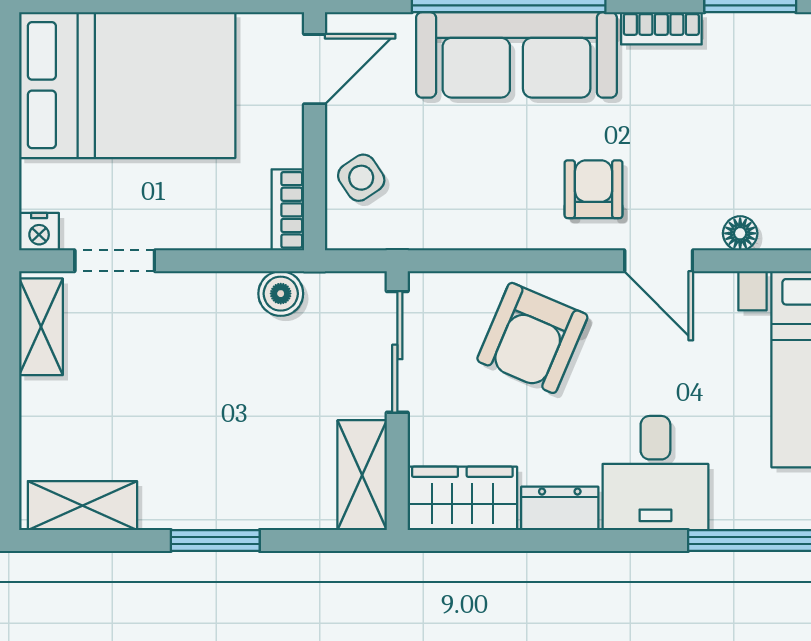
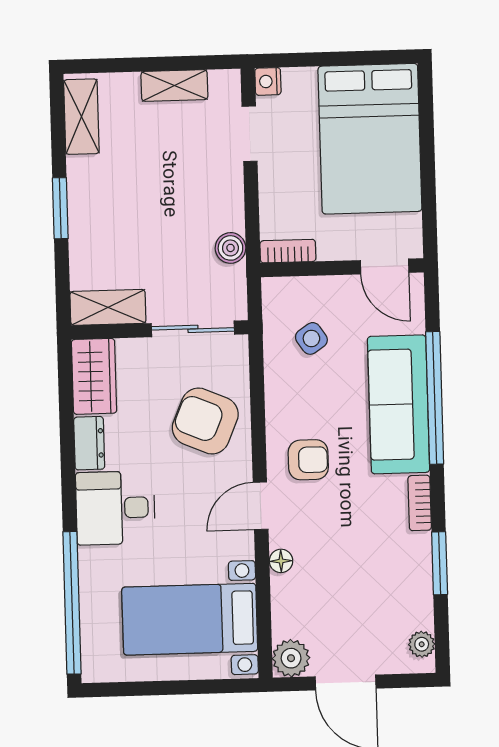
side table: (361, 178) -> (311, 338), moved
shelving: (41, 327) -> (174, 85), moved

